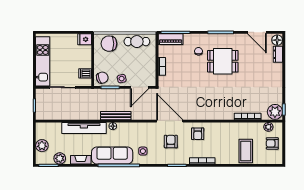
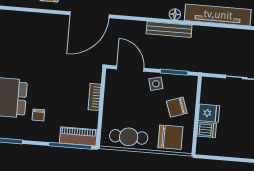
fridge: (85, 39) -> (209, 113), moved
dishwasher: (85, 73) -> (207, 130), moved
chair: (102, 78) -> (177, 107), moved
door: (140, 87) -> (130, 69), hinge flipped
door: (170, 121) -> (90, 15), hinge flipped

